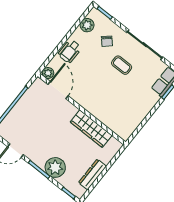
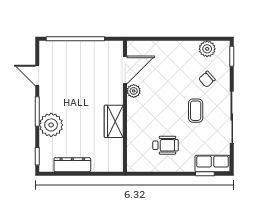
wheelchair: (70, 51) -> (165, 145), moved, turned 180
plant: (48, 73) -> (134, 91), moved
wardrobe: (91, 129) -> (114, 121), width x0.67

